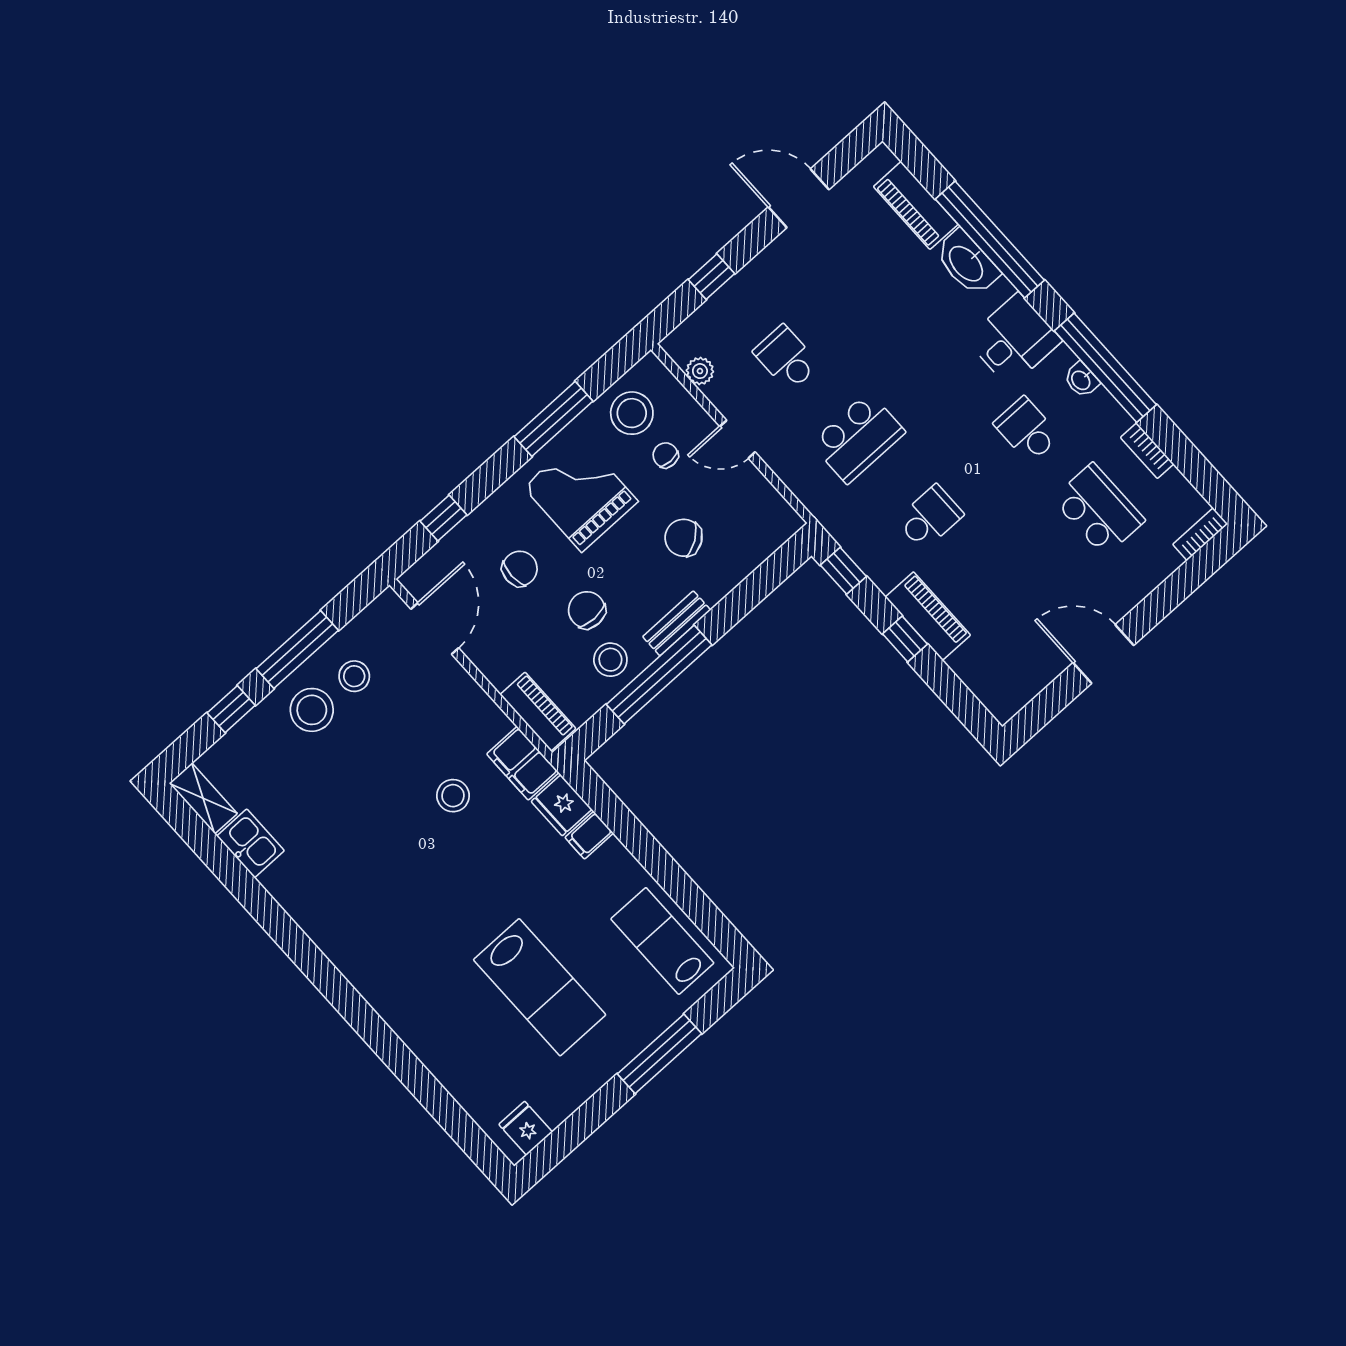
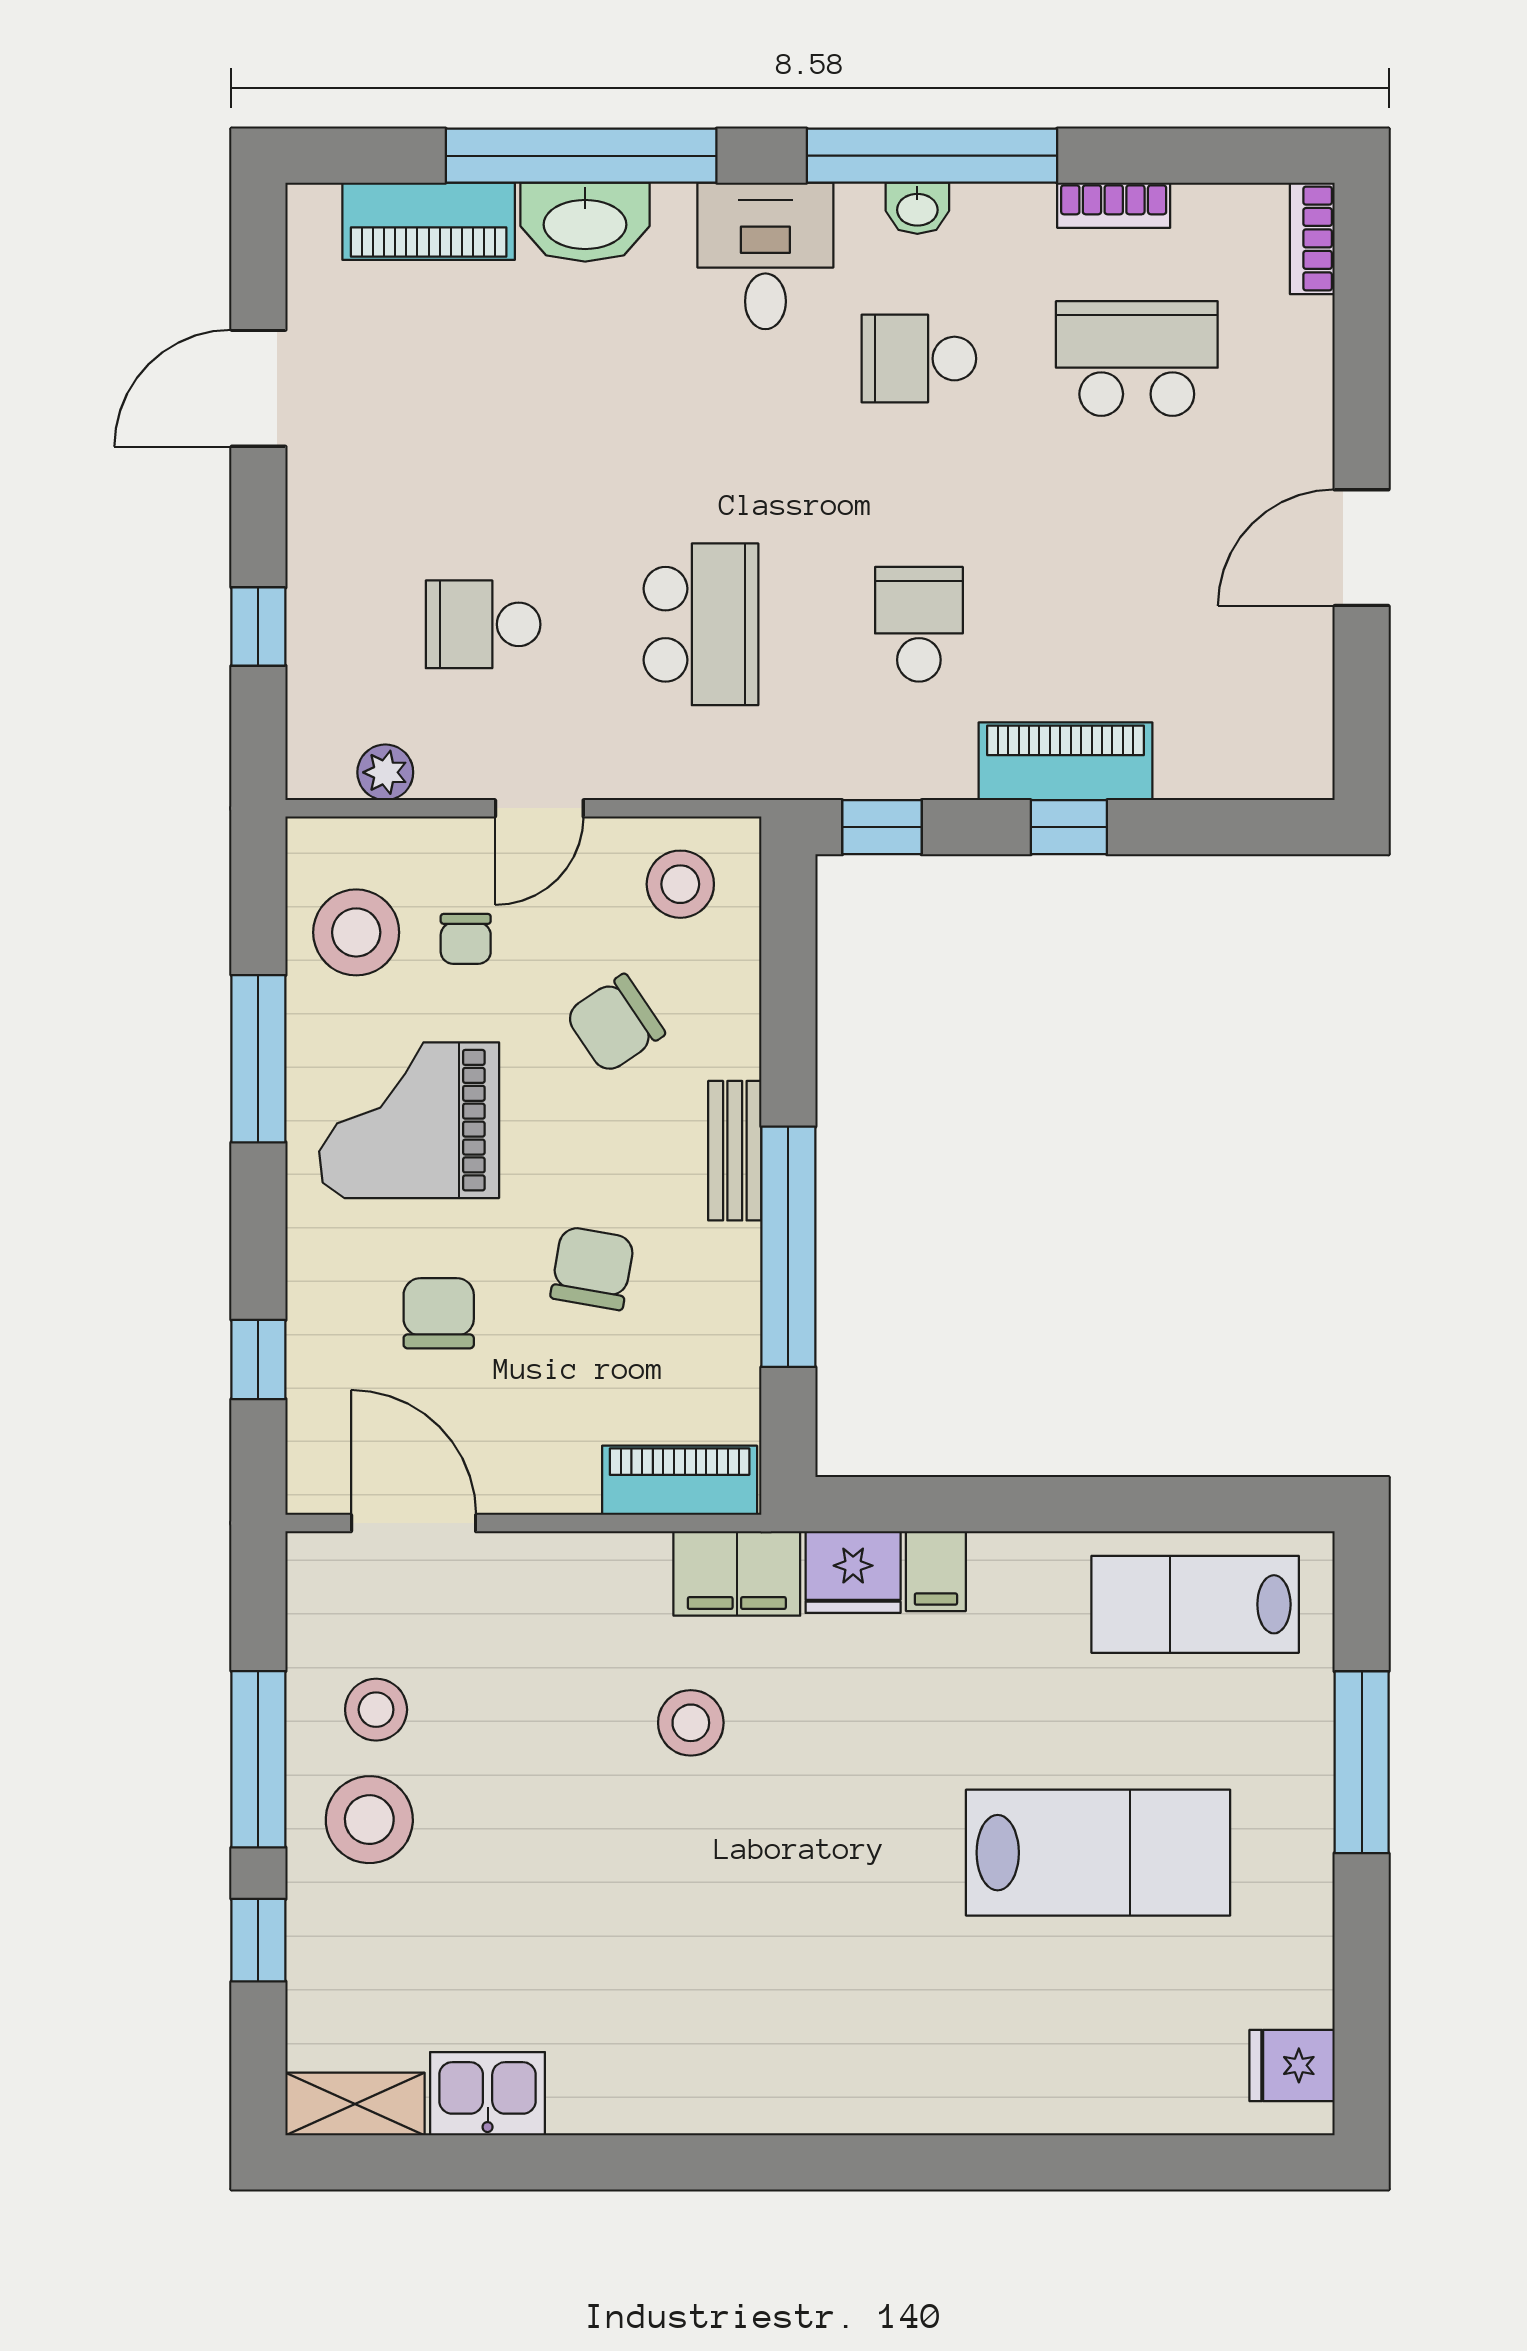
chair: (666, 455) -> (466, 939), turned -90
chair: (587, 610) -> (592, 1268), turned 100
stool: (610, 660) -> (680, 884), moved

